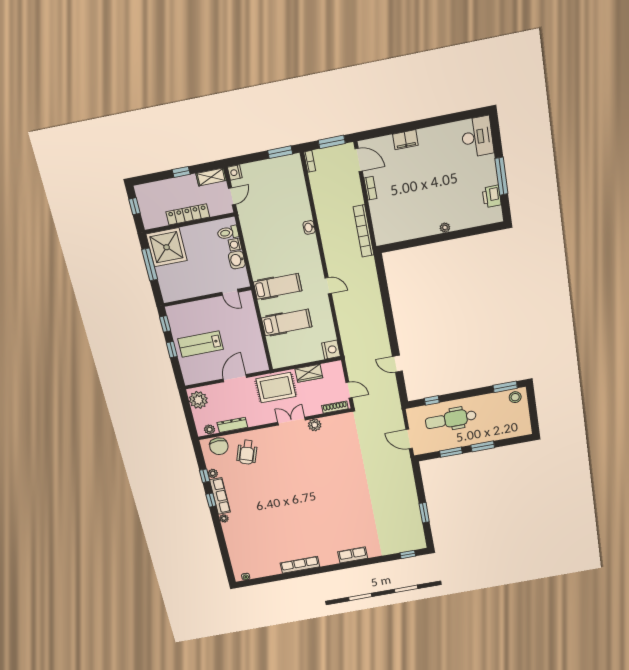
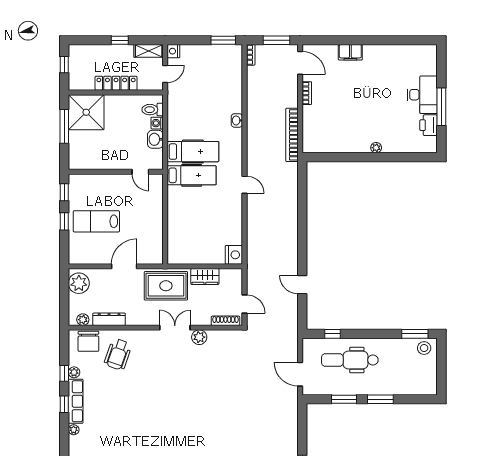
desk: (477, 137) -> (422, 95), moved
hospital bed: (287, 322) -> (193, 152), moved

